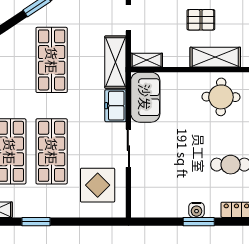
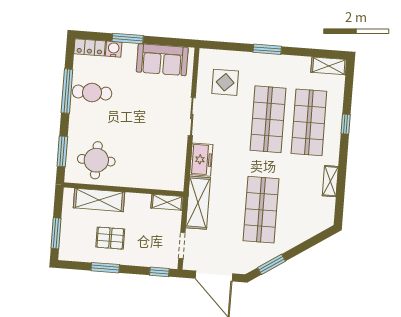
sofa: (145, 97) -> (162, 60), moved, turned -90
display table: (98, 185) -> (225, 82), width x0.73, depth x0.73
water cooler: (197, 210) -> (114, 49), moved
window: (36, 222) -> (267, 49), moved

